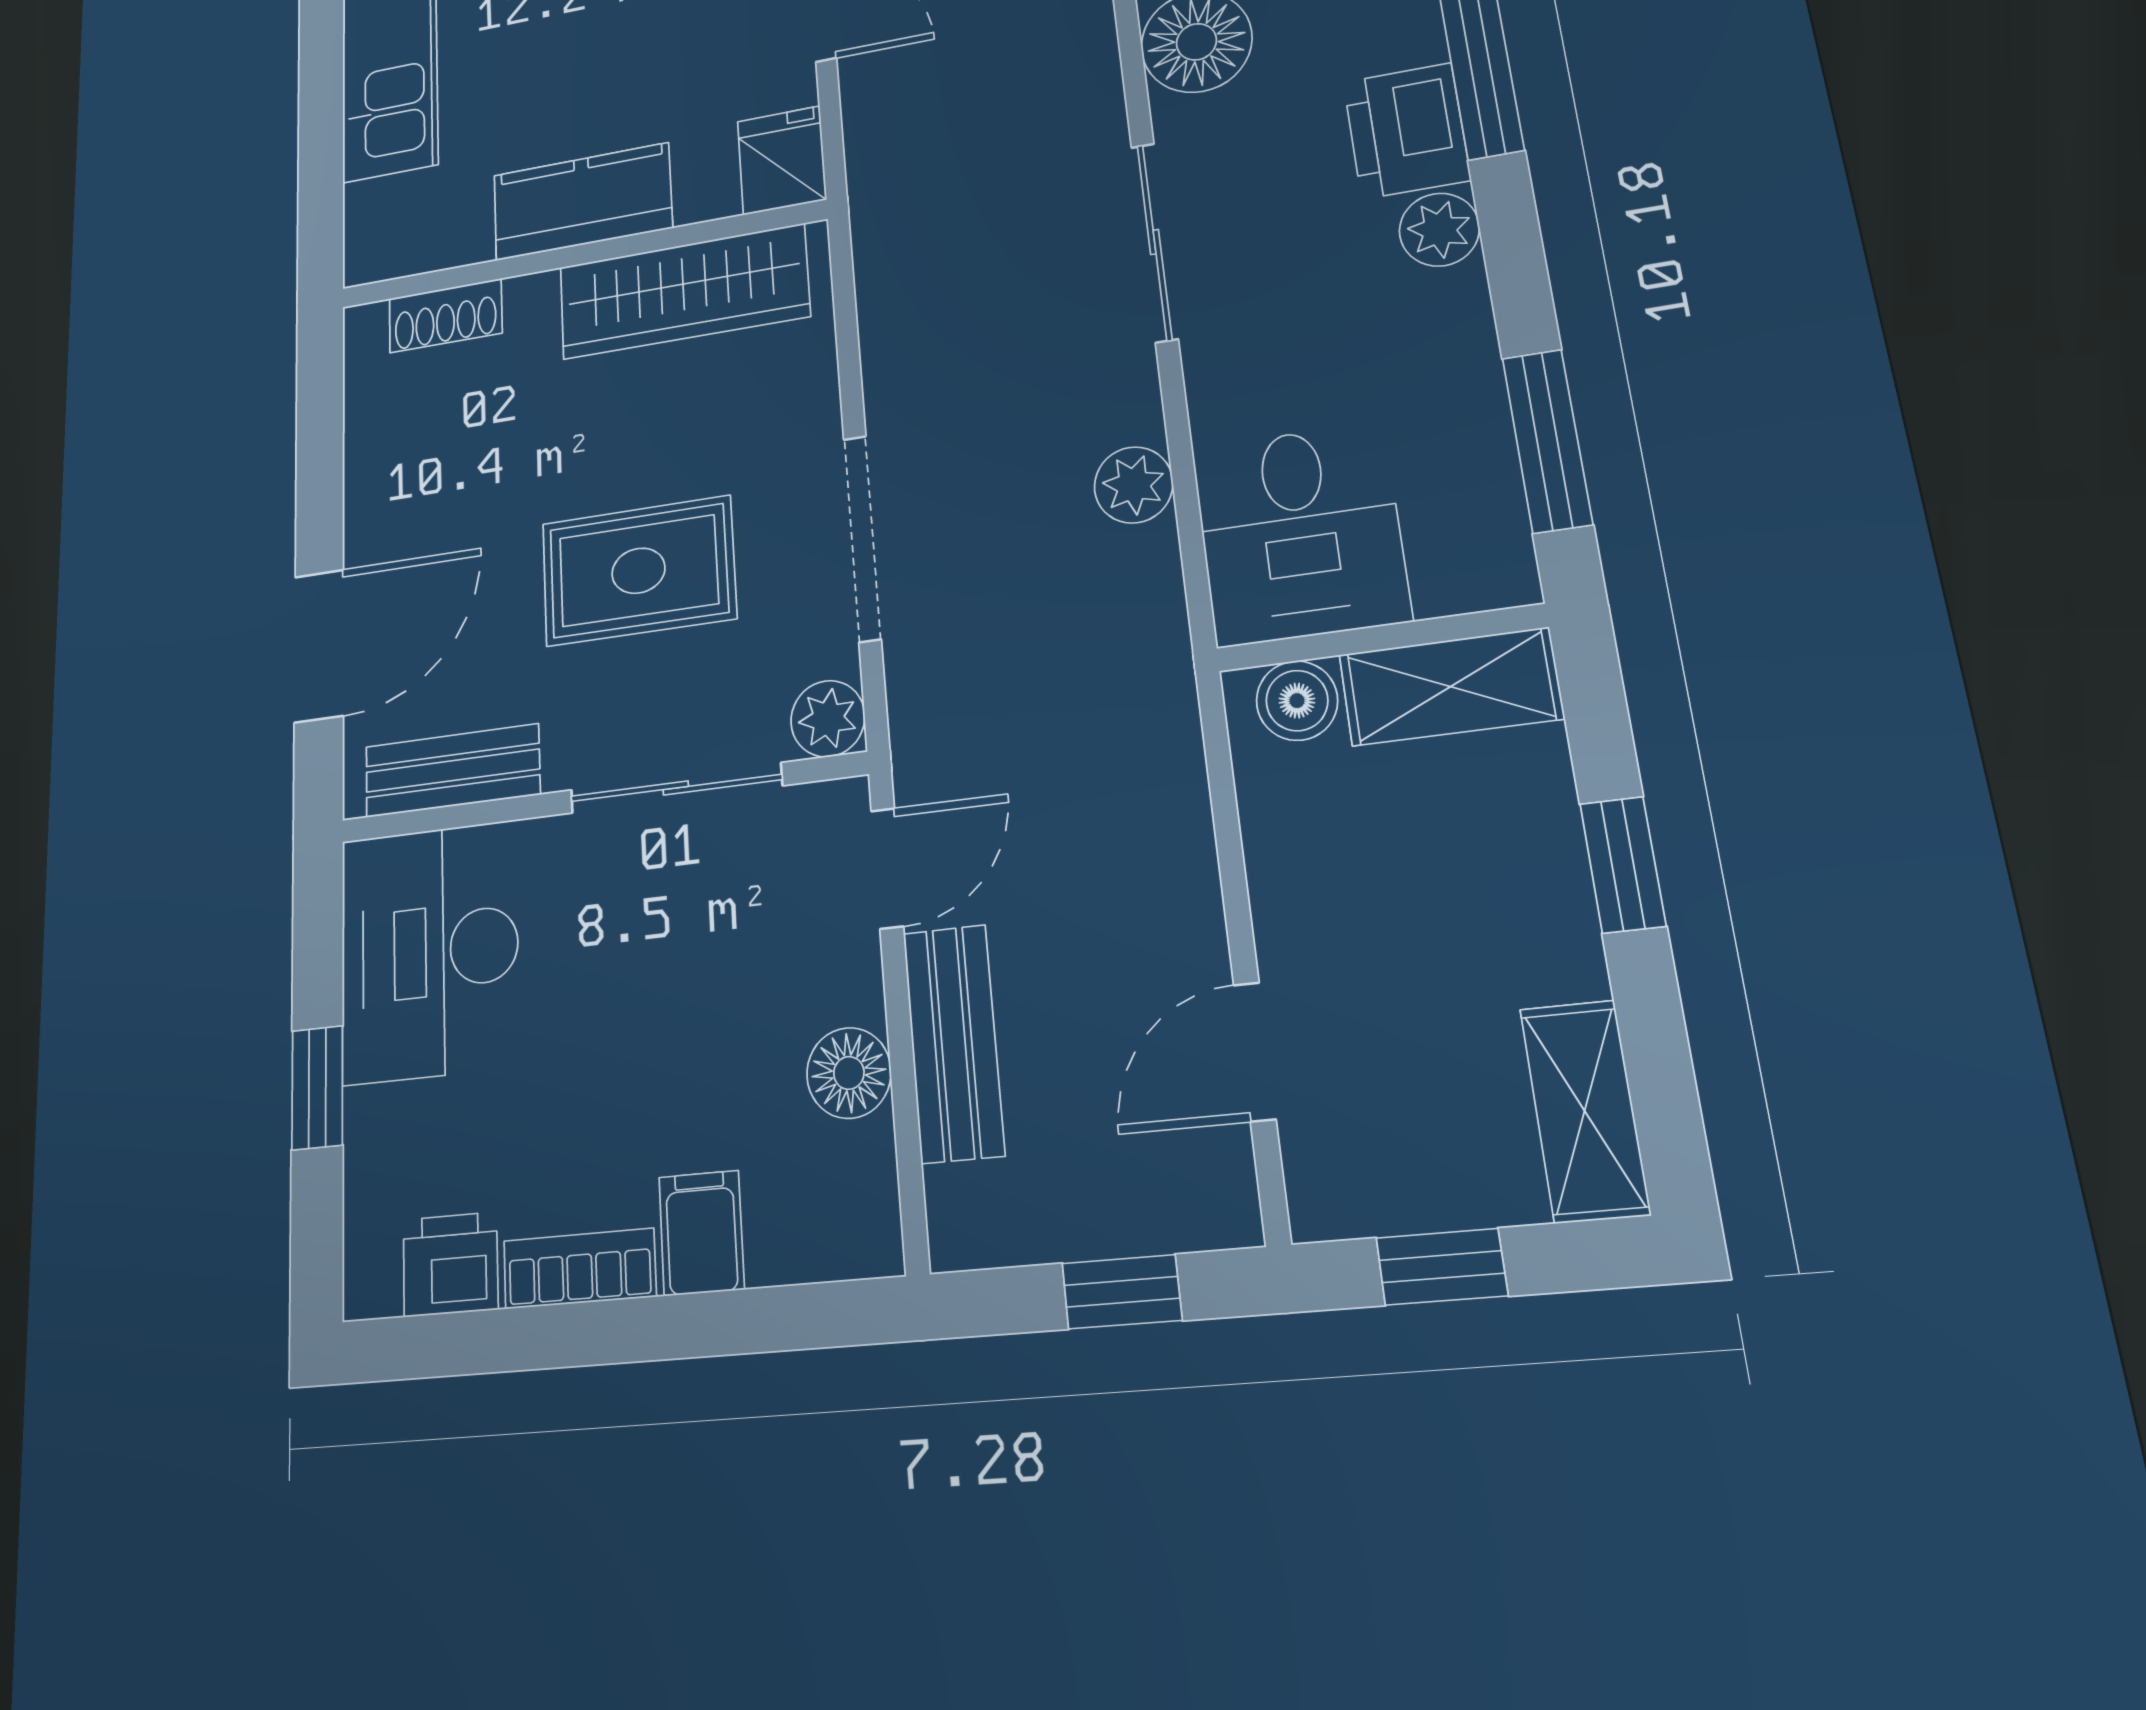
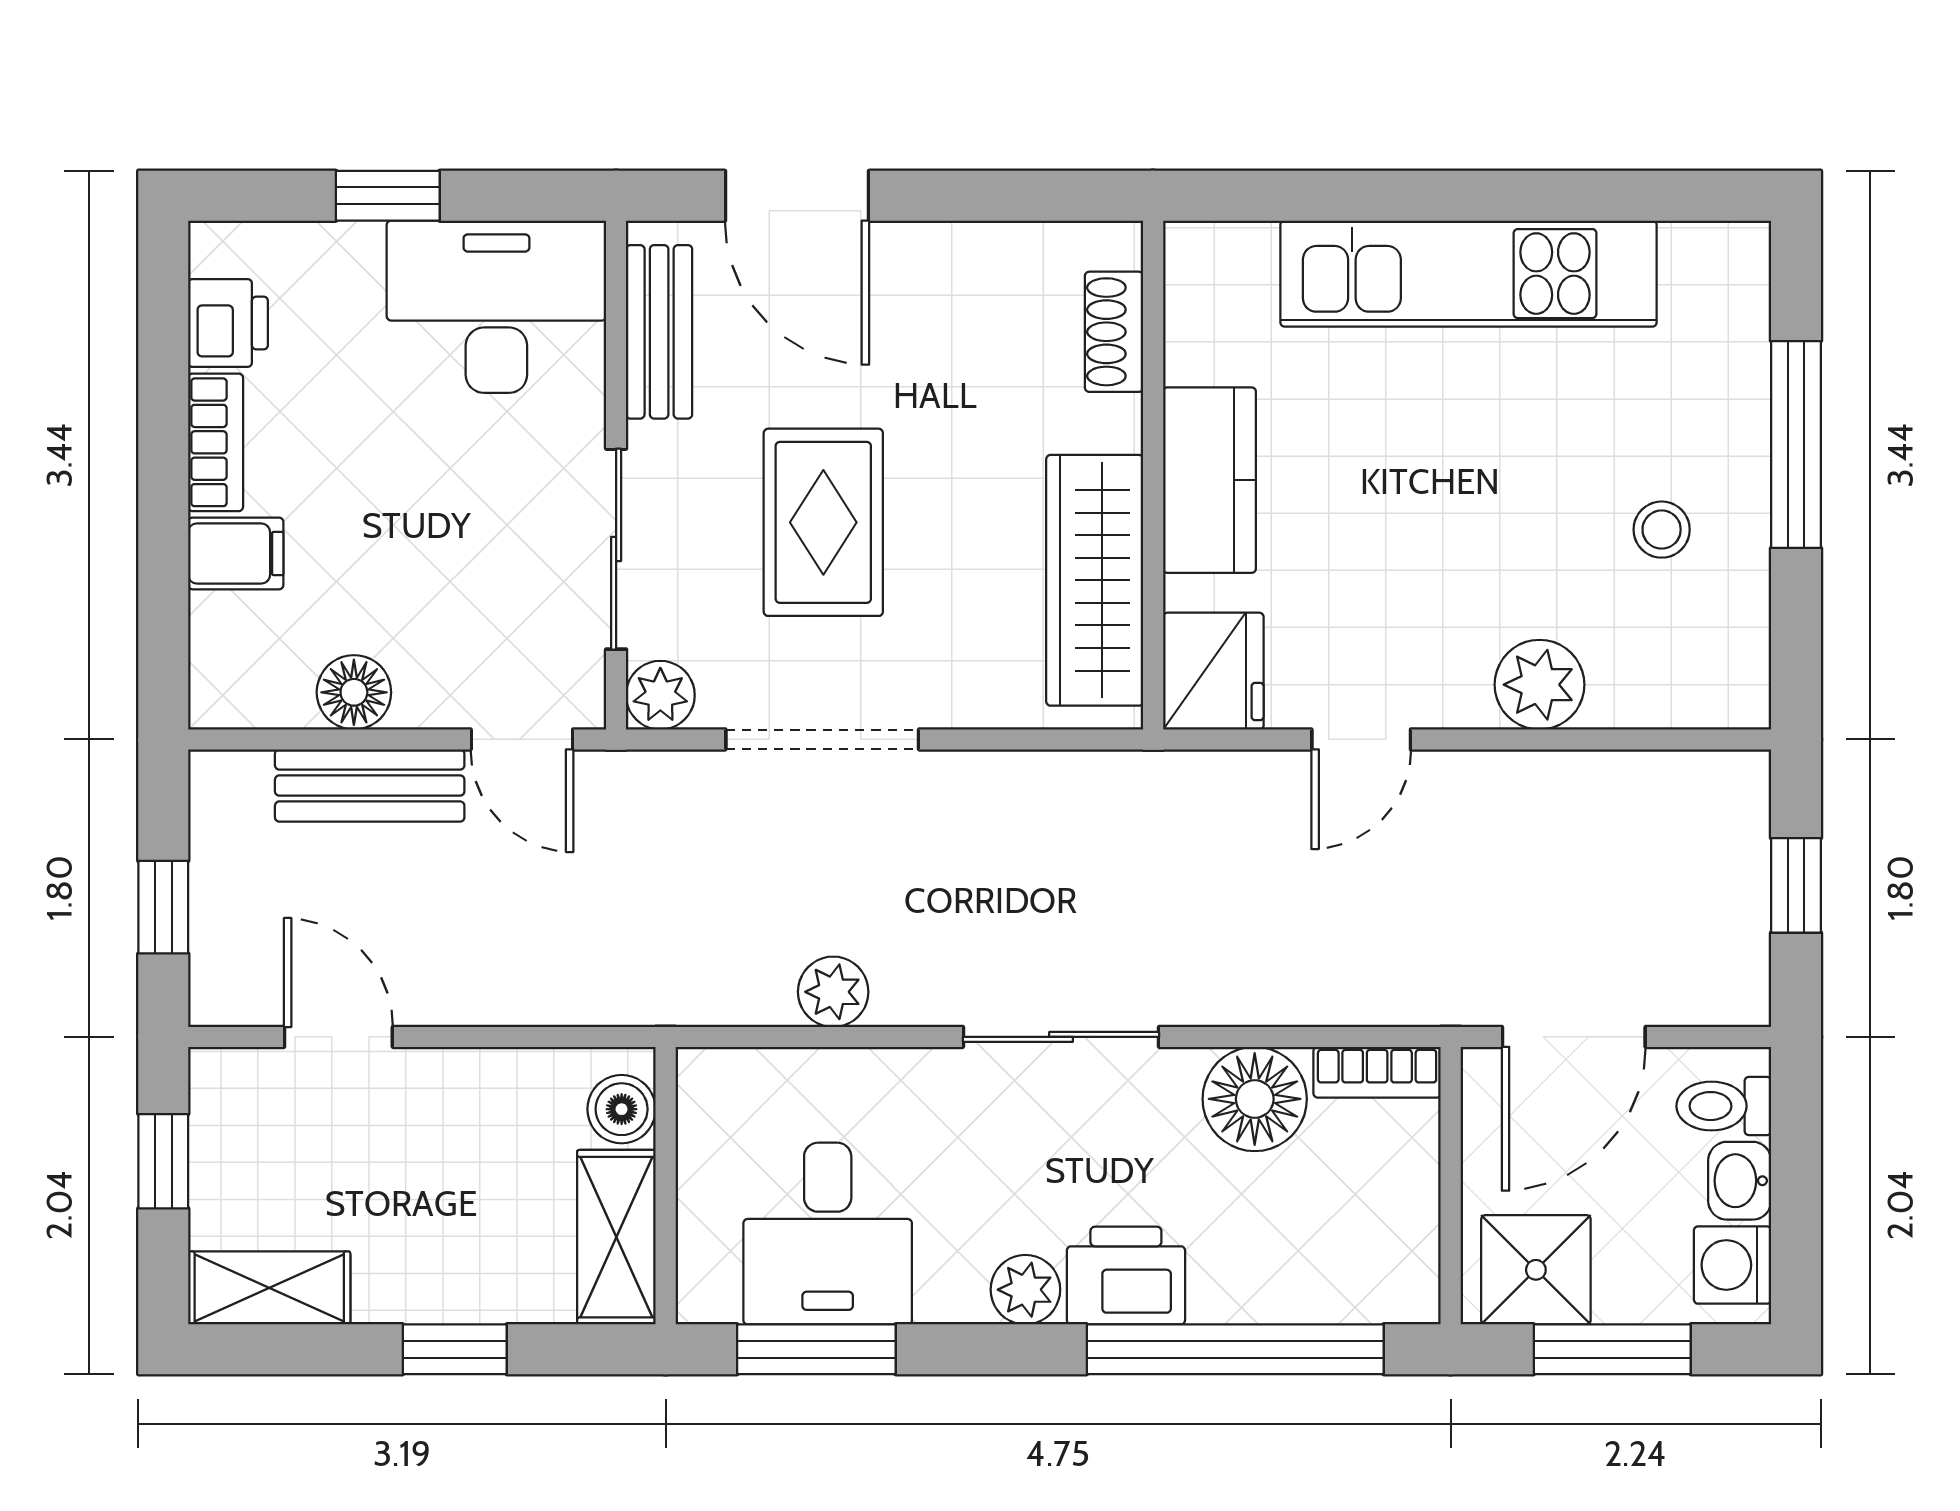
fridge: (782, 160) -> (1213, 671), width x1.38
desk: (1300, 534) -> (828, 1234), moved, turned -90

